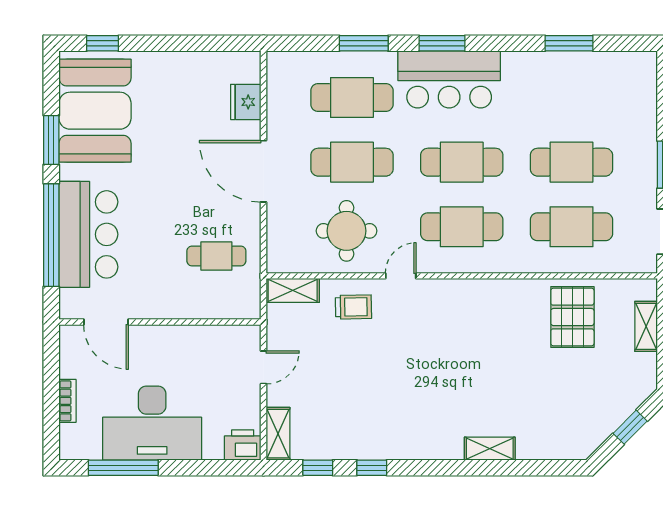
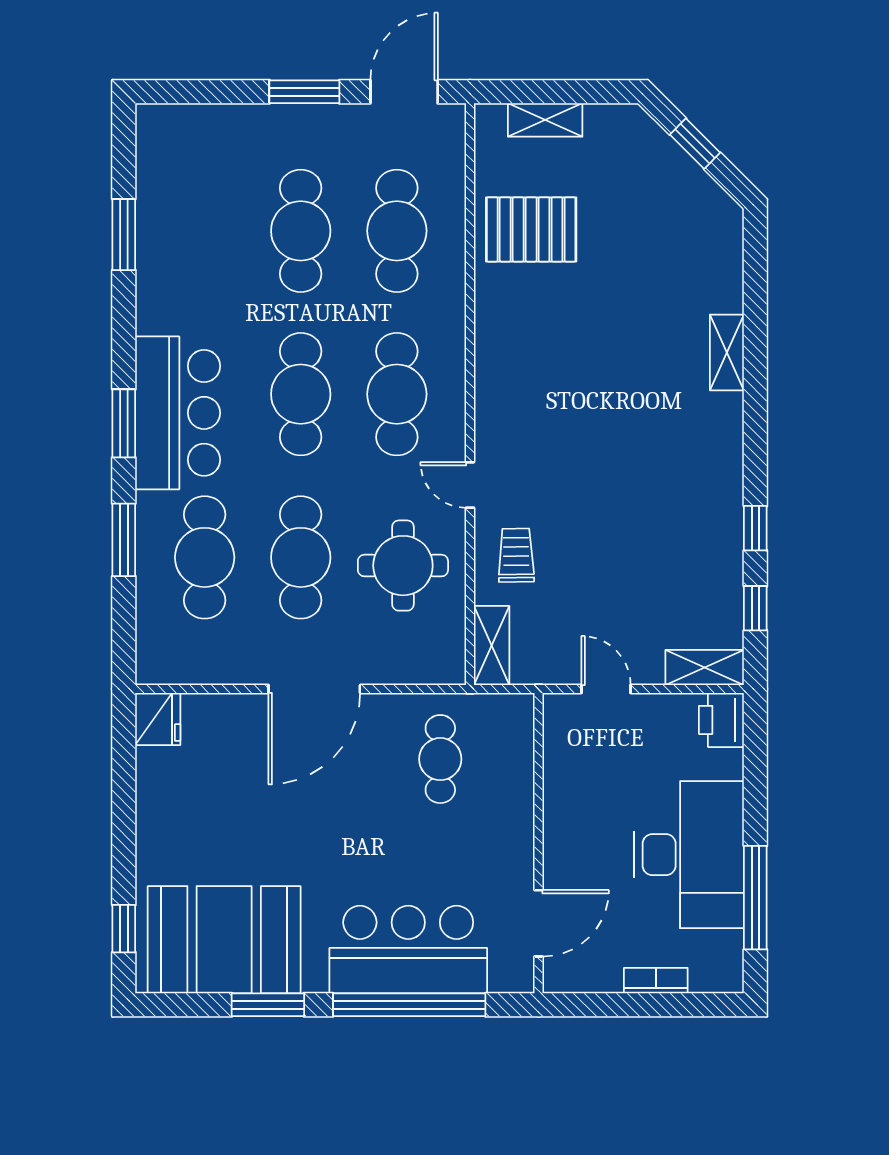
fridge: (246, 102) -> (158, 719), moved, turned -90

